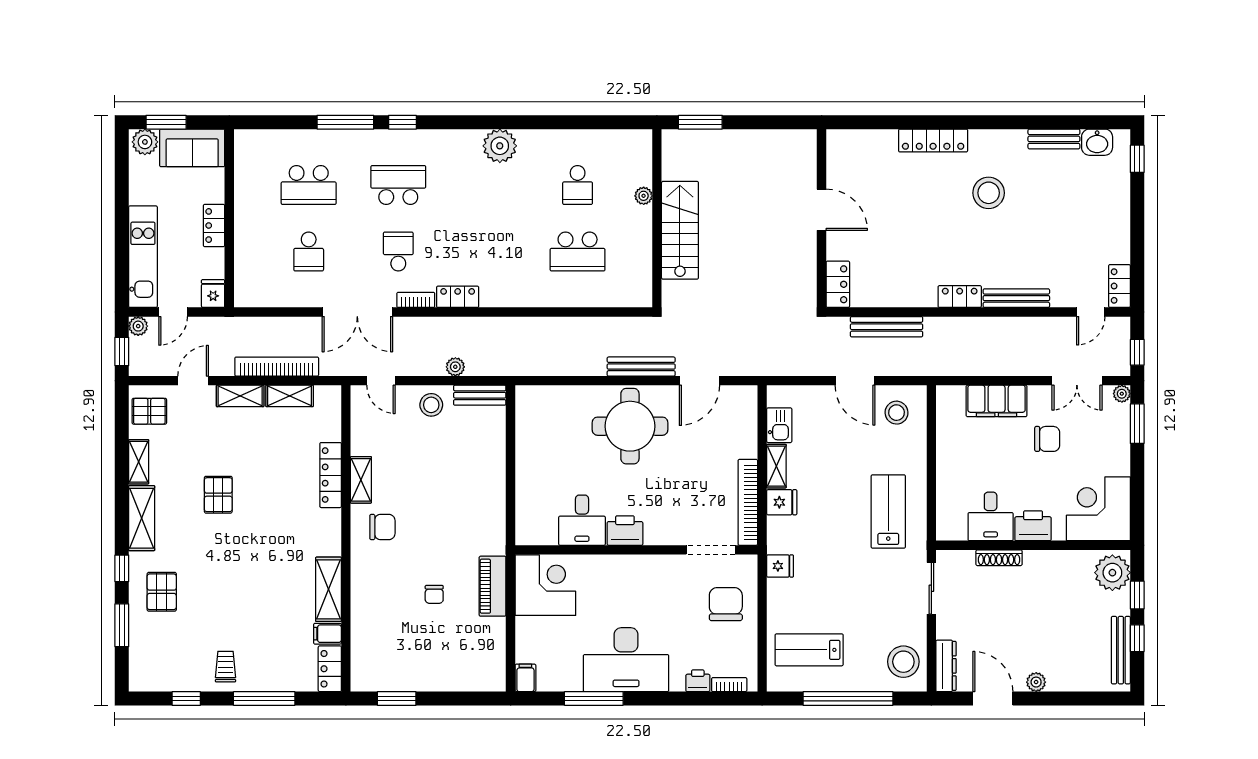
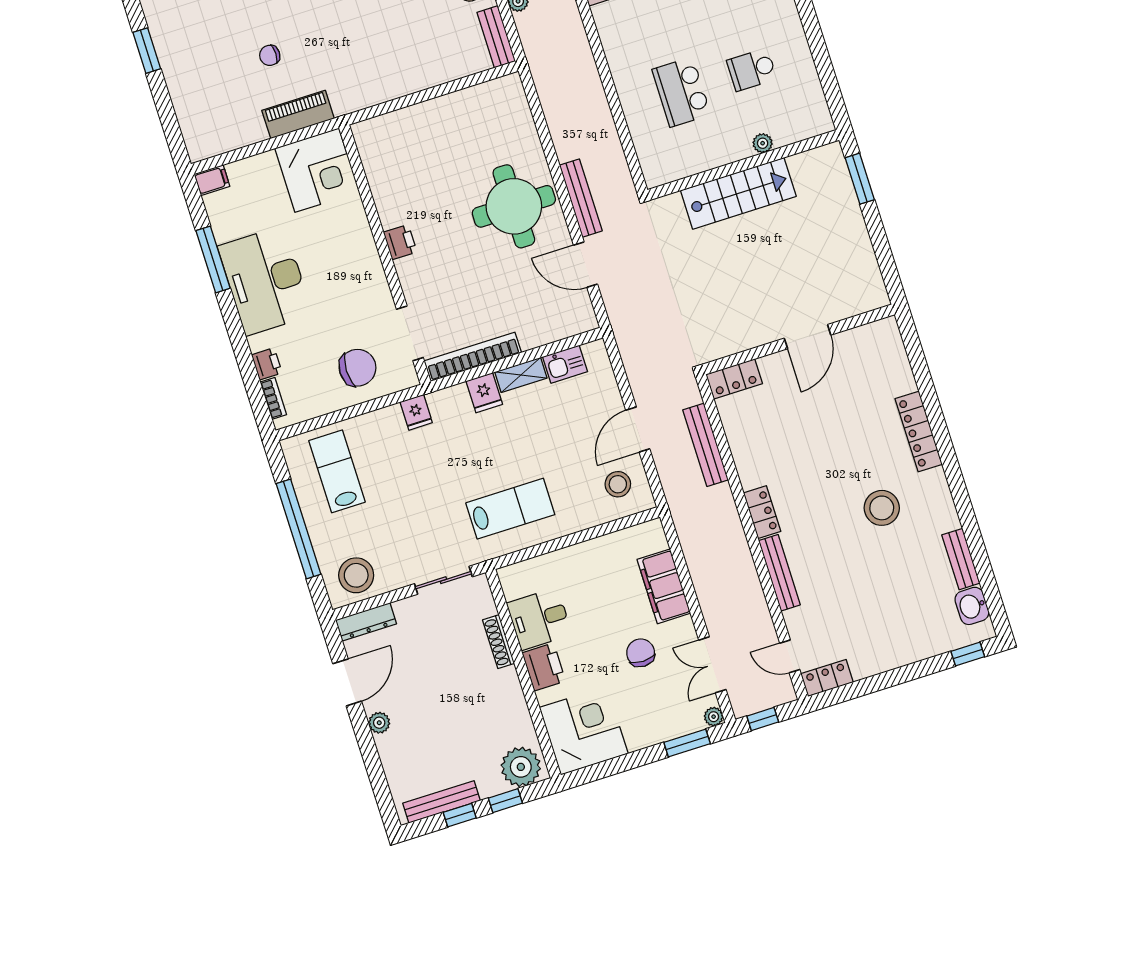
chair: (1047, 439) -> (641, 653), turned 180
desk: (582, 520) -> (398, 187), removed
printer: (625, 531) -> (400, 242), width x0.73, depth x0.81

